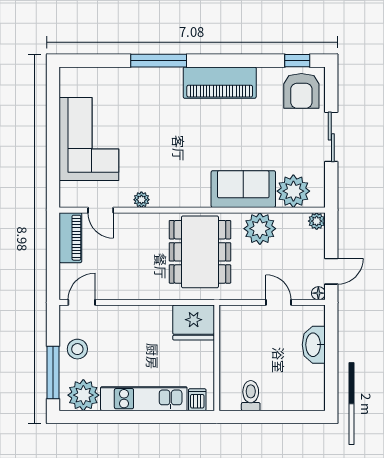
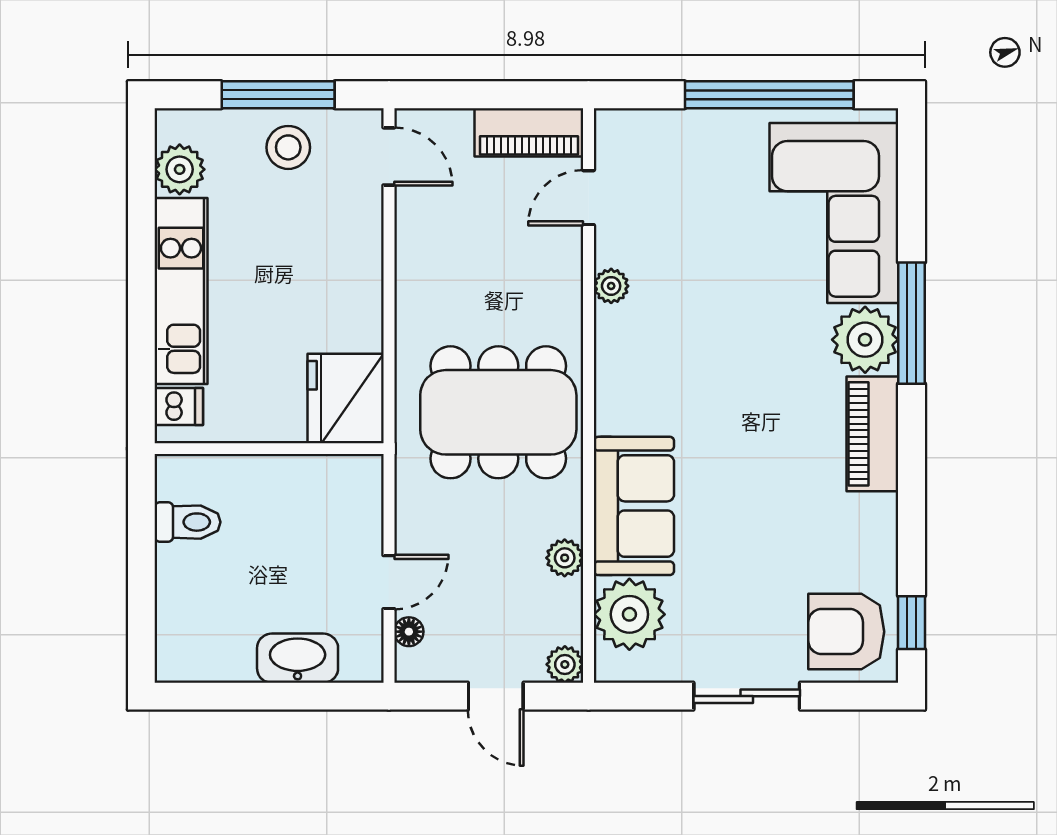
plant: (166, 82) -> (865, 340), added
piano: (220, 83) -> (872, 434), width x0.73, depth x0.75
window: (53, 126) -> (769, 95), added
corner sofa: (89, 139) -> (834, 213), moved, turned 90
plant: (260, 229) -> (565, 558), width x0.53, depth x0.53
door: (331, 271) -> (496, 696), moved
floor lamp: (318, 293) -> (409, 632), moved
window: (53, 372) -> (278, 95), moved
plant: (83, 395) -> (180, 169), width x0.73, depth x0.73

